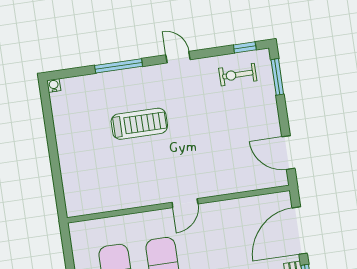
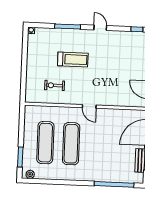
exercise bike: (238, 75) -> (55, 85), moved
door: (185, 203) -> (89, 106), hinge flipped

